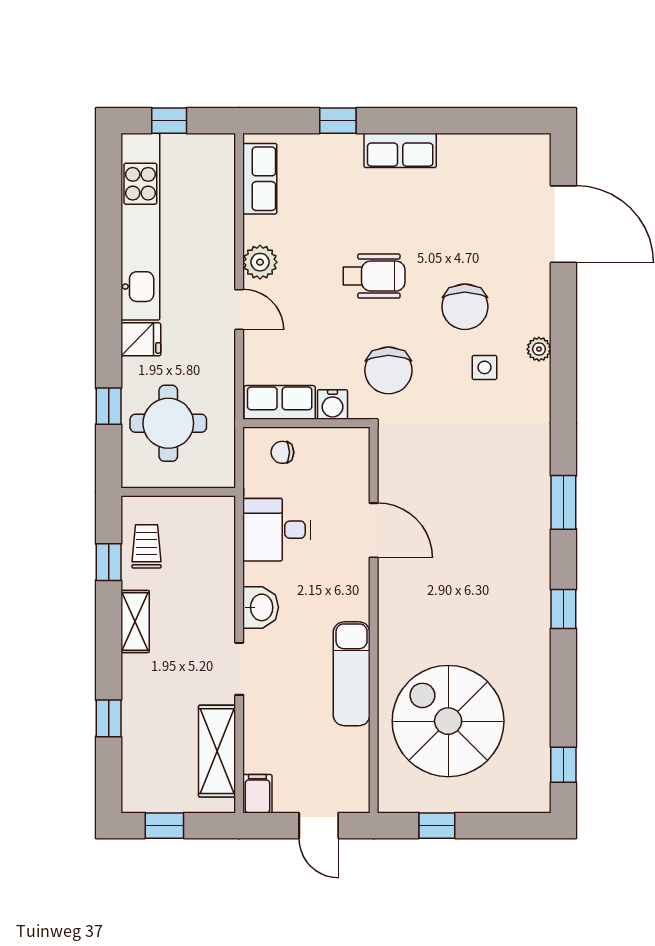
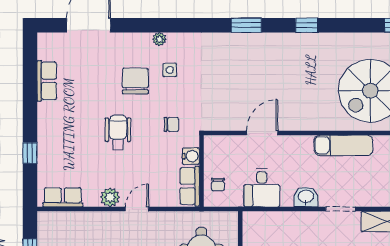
row of seats: (400, 150) -> (47, 81), moved
chair: (465, 307) -> (135, 81), turned -90
chair: (388, 370) -> (171, 124), width x0.54, depth x0.54

